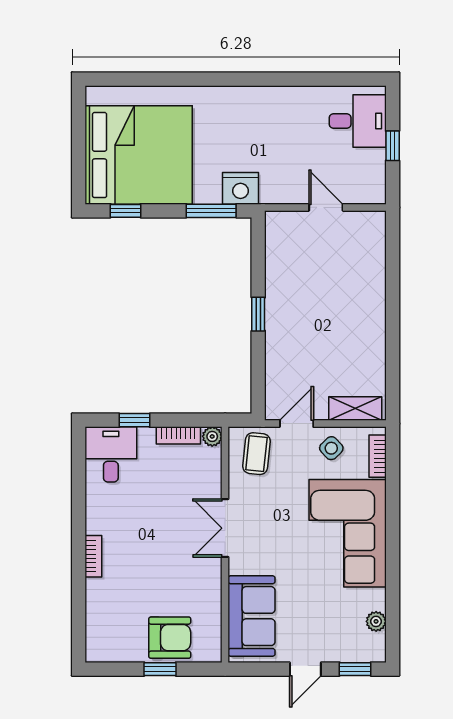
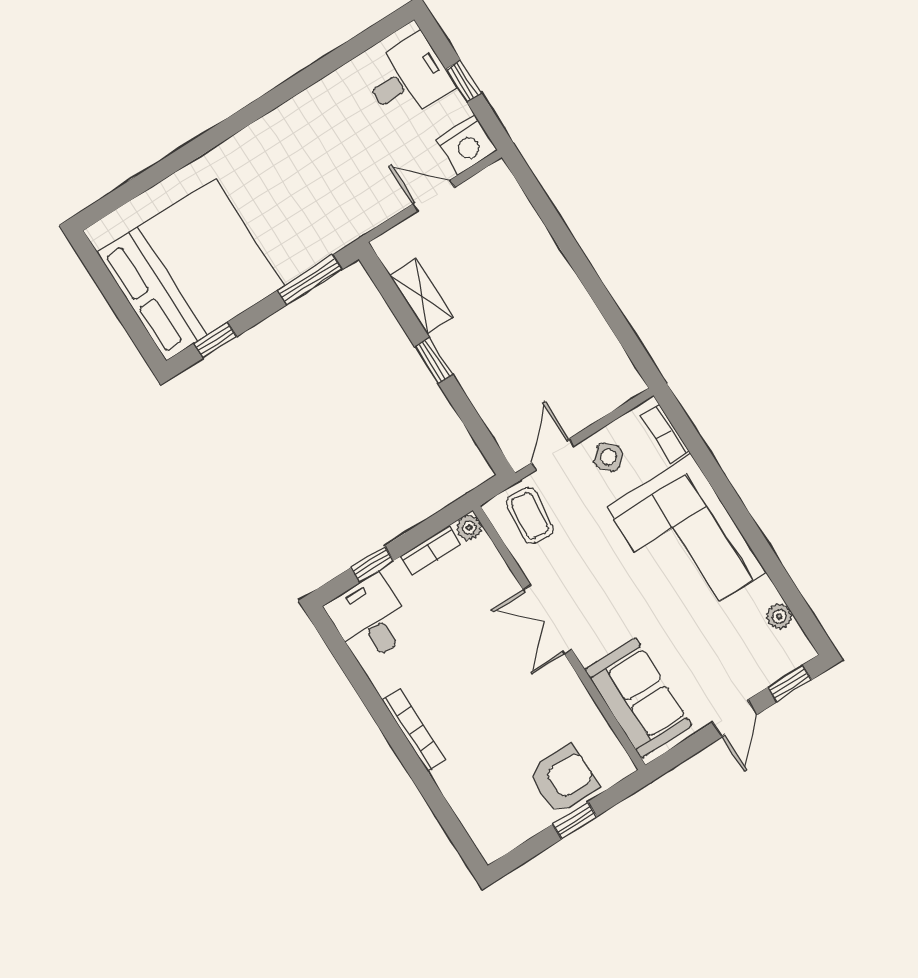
nightstand: (240, 188) -> (467, 145), moved
shelving: (355, 408) -> (421, 296), moved, turned 90
bookcase: (93, 556) -> (414, 730), width x1.56

